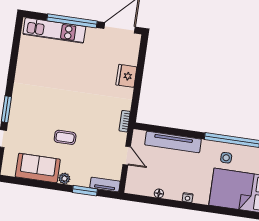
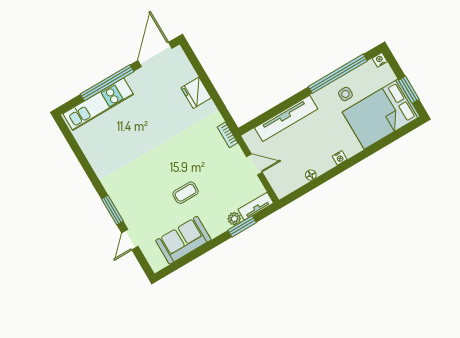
plant: (64, 178) -> (234, 219), moved

